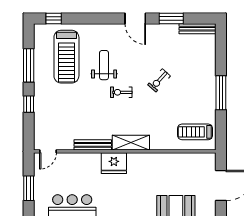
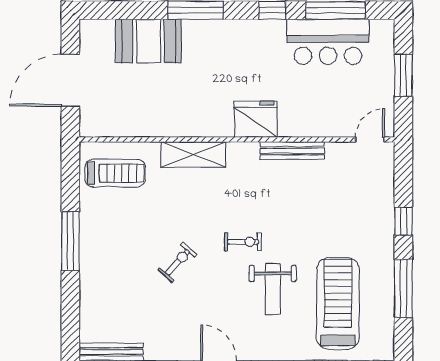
shelving: (131, 143) -> (193, 155), moved

